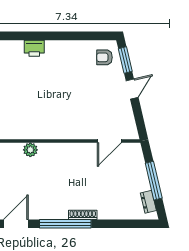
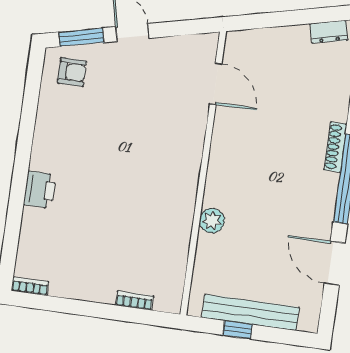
armchair: (105, 57) -> (72, 72), turned -90
window: (154, 181) -> (294, 18), removed

